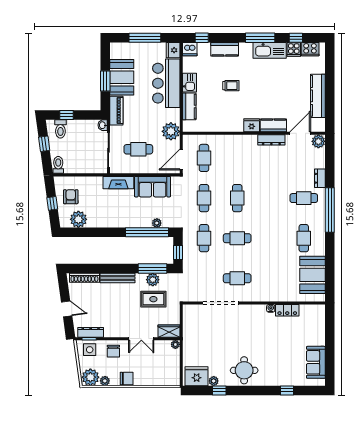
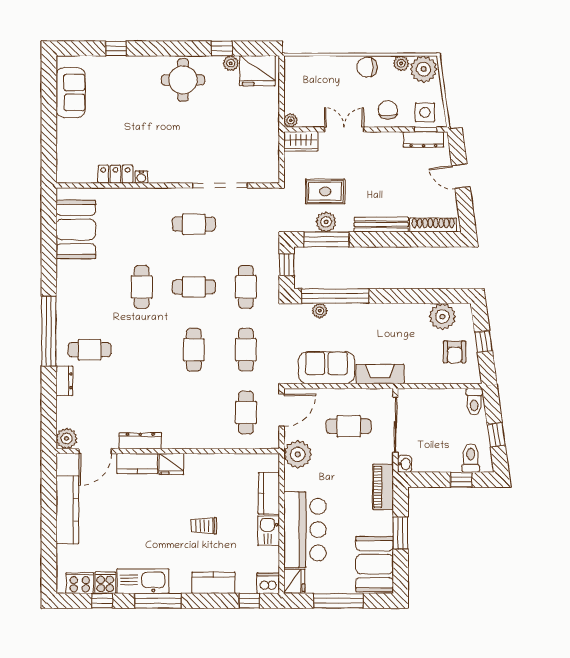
booth: (122, 77) -> (375, 564), moved
cafe table: (304, 238) -> (142, 287), moved

